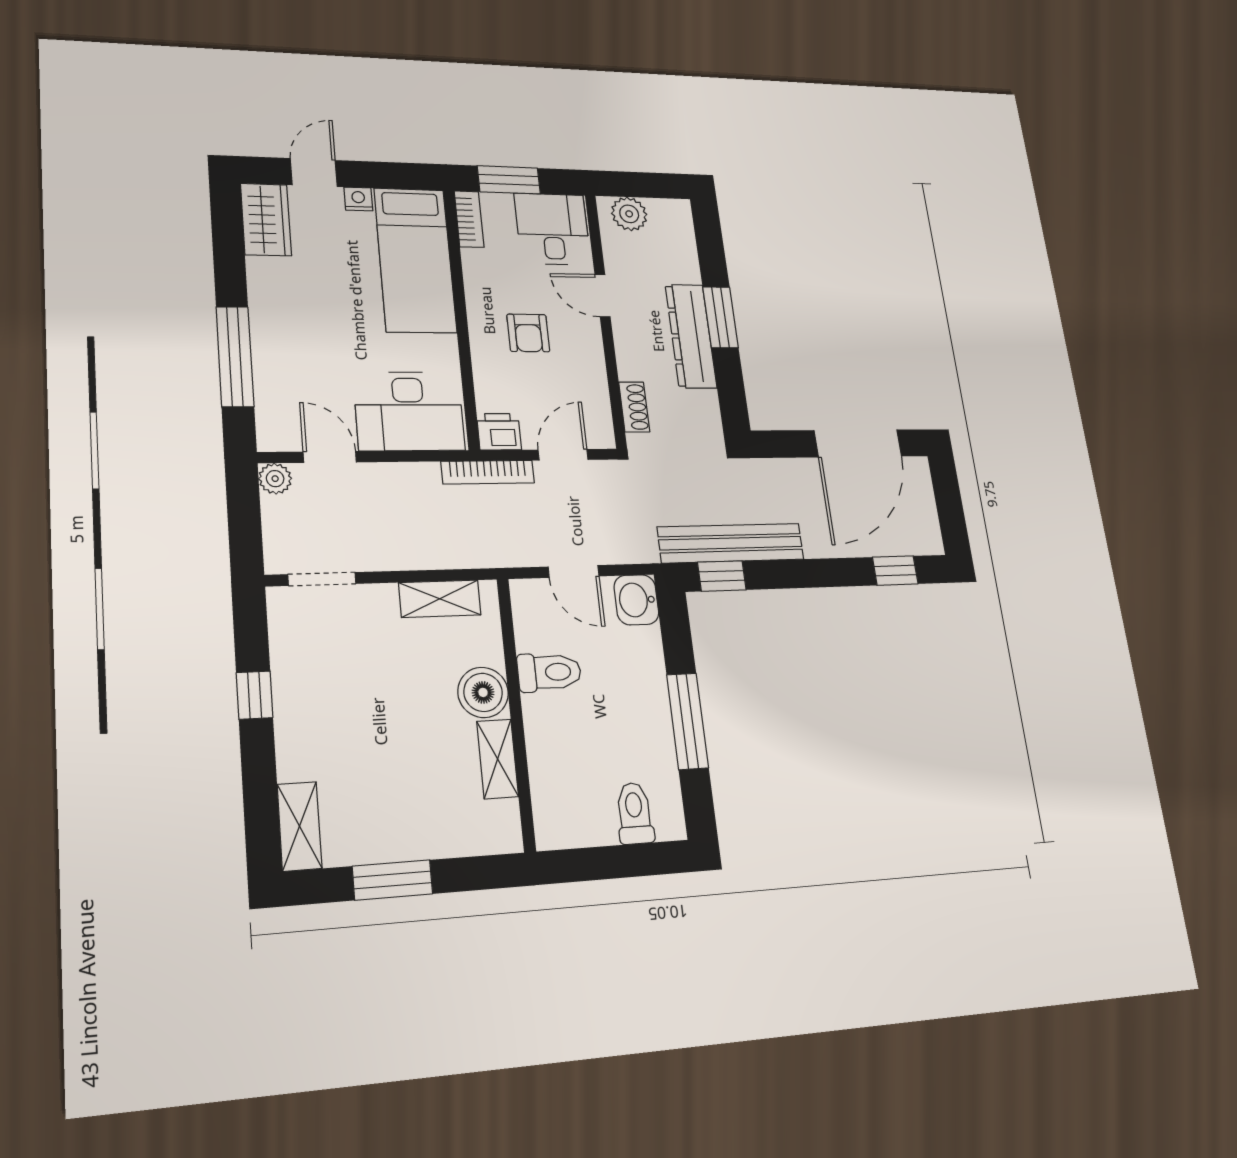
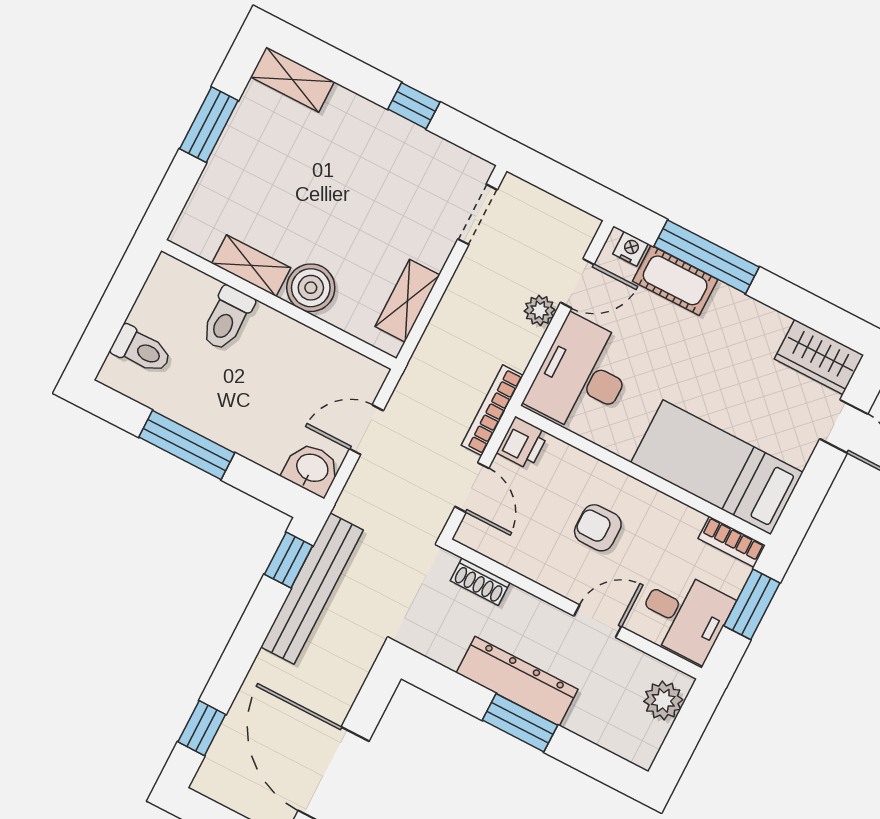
nightstand: (358, 199) -> (631, 249), moved, turned -90
cot: (274, 373) -> (675, 280), added
plant: (275, 479) -> (540, 310), moved
toilet: (549, 672) -> (227, 318), moved

